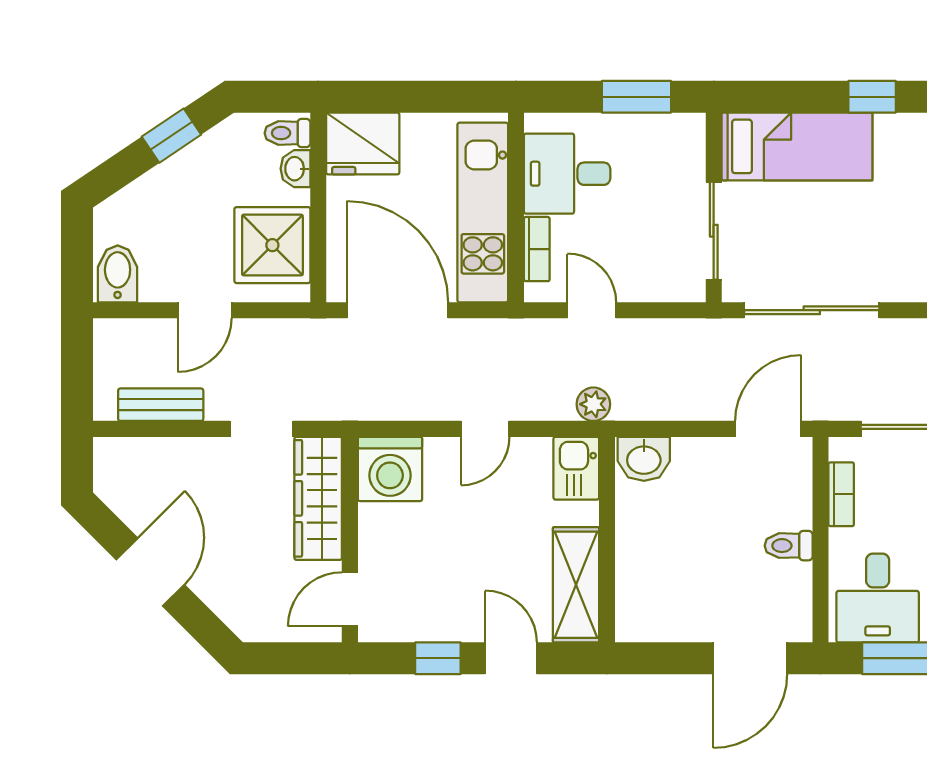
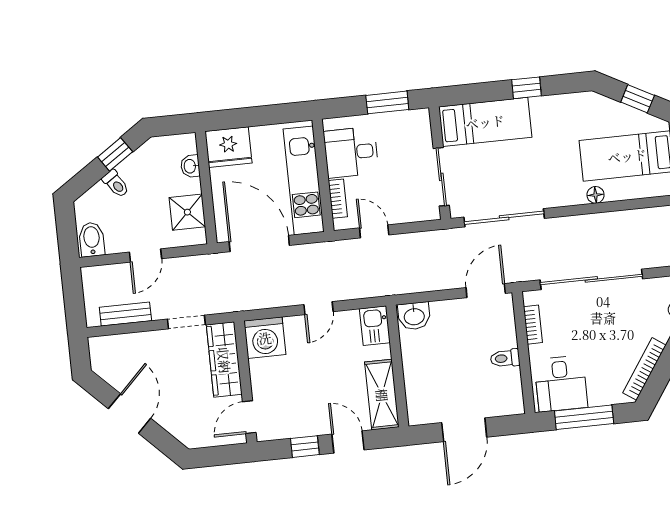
toilet: (287, 133) -> (116, 184), moved, turned -124
shower: (272, 245) -> (187, 212), width x0.73, depth x0.73
plant: (593, 404) -> (381, 287), removed
door: (750, 658) -> (464, 430), moved

